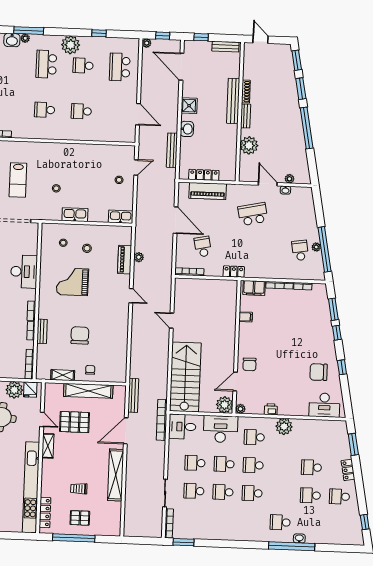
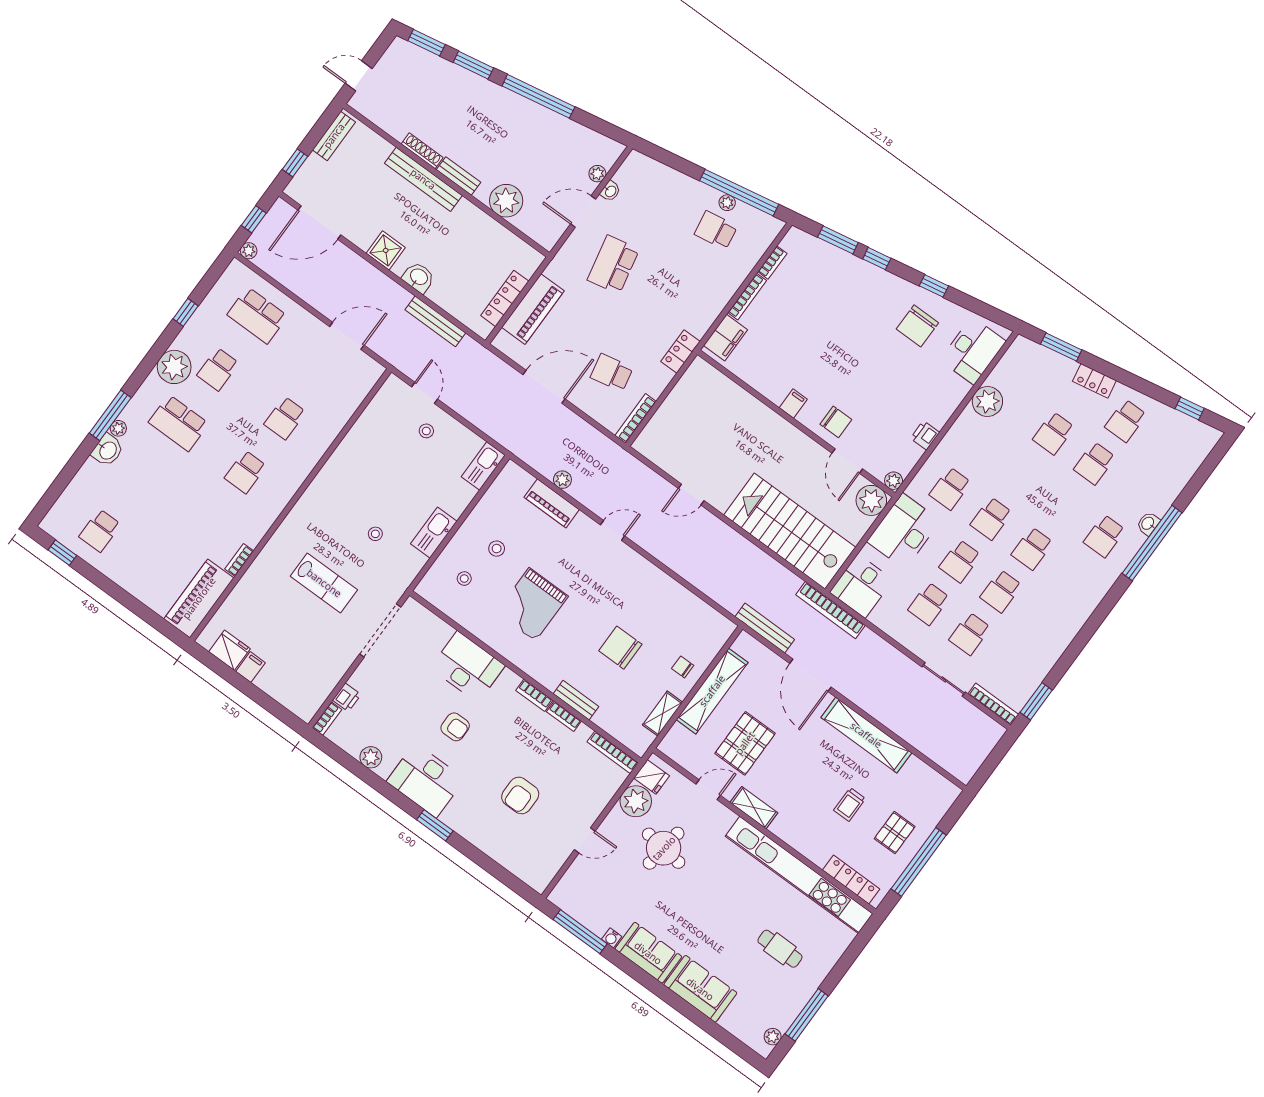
filing cabinet: (246, 317) -> (793, 404), moved
plant: (284, 427) -> (987, 401), moved

